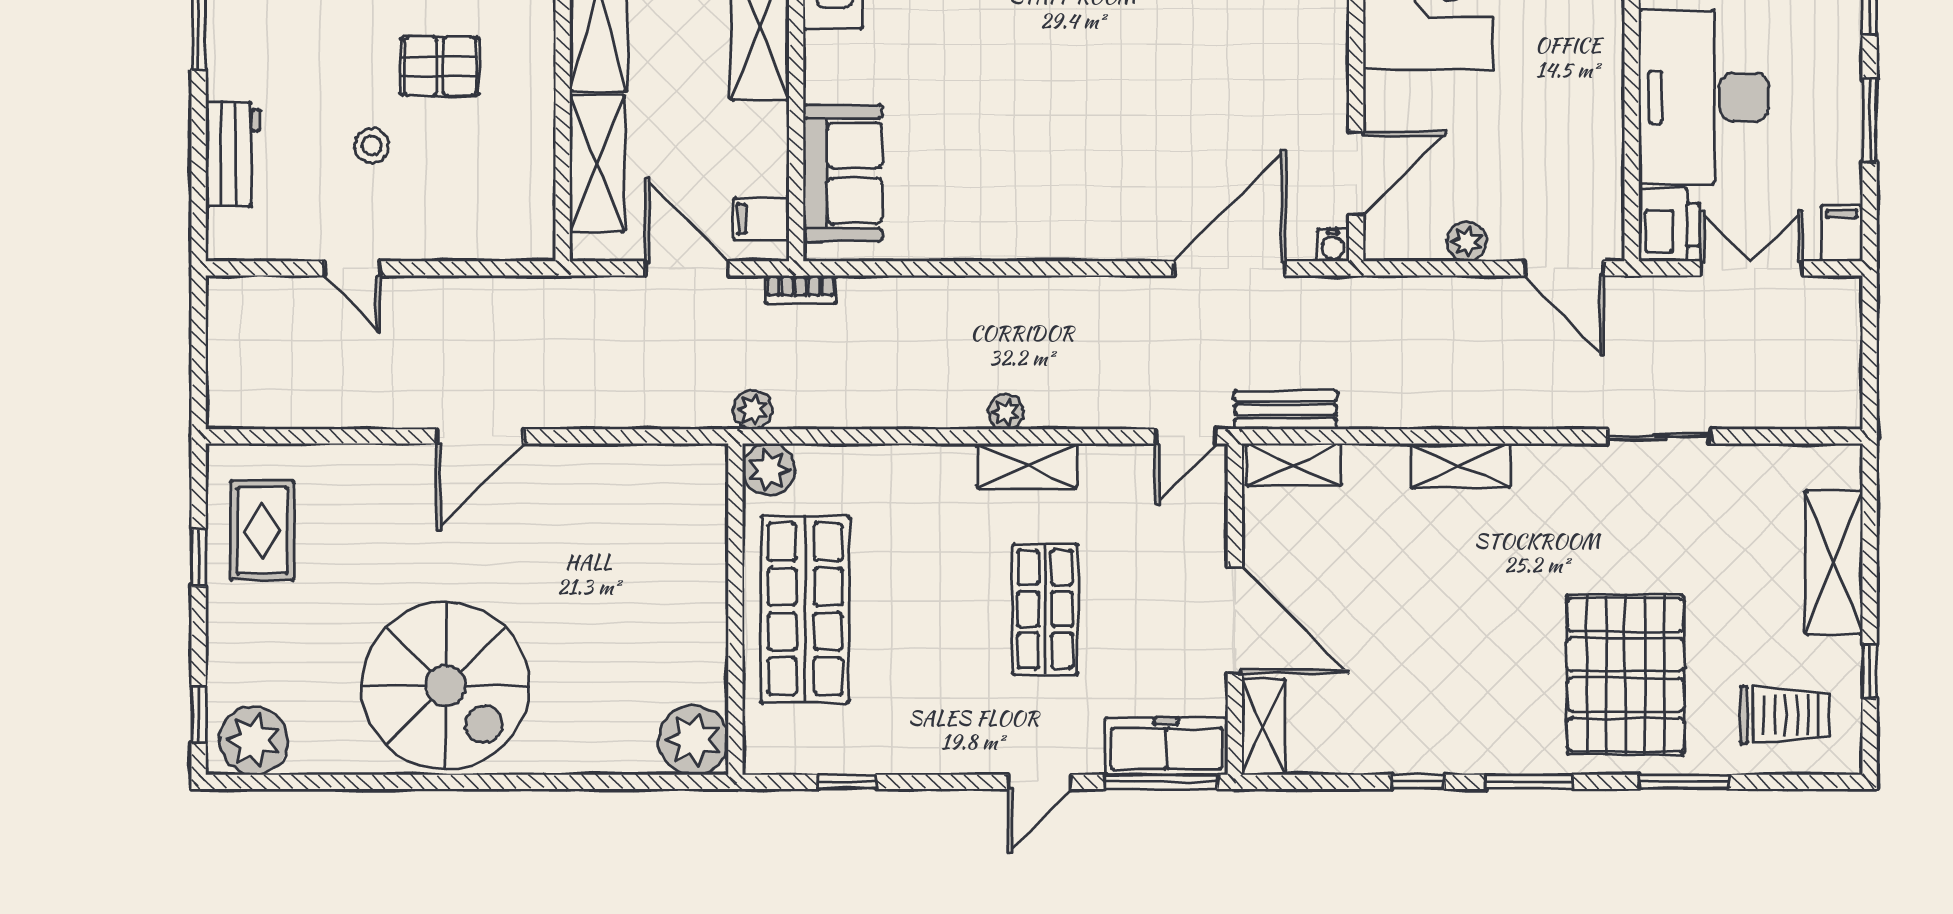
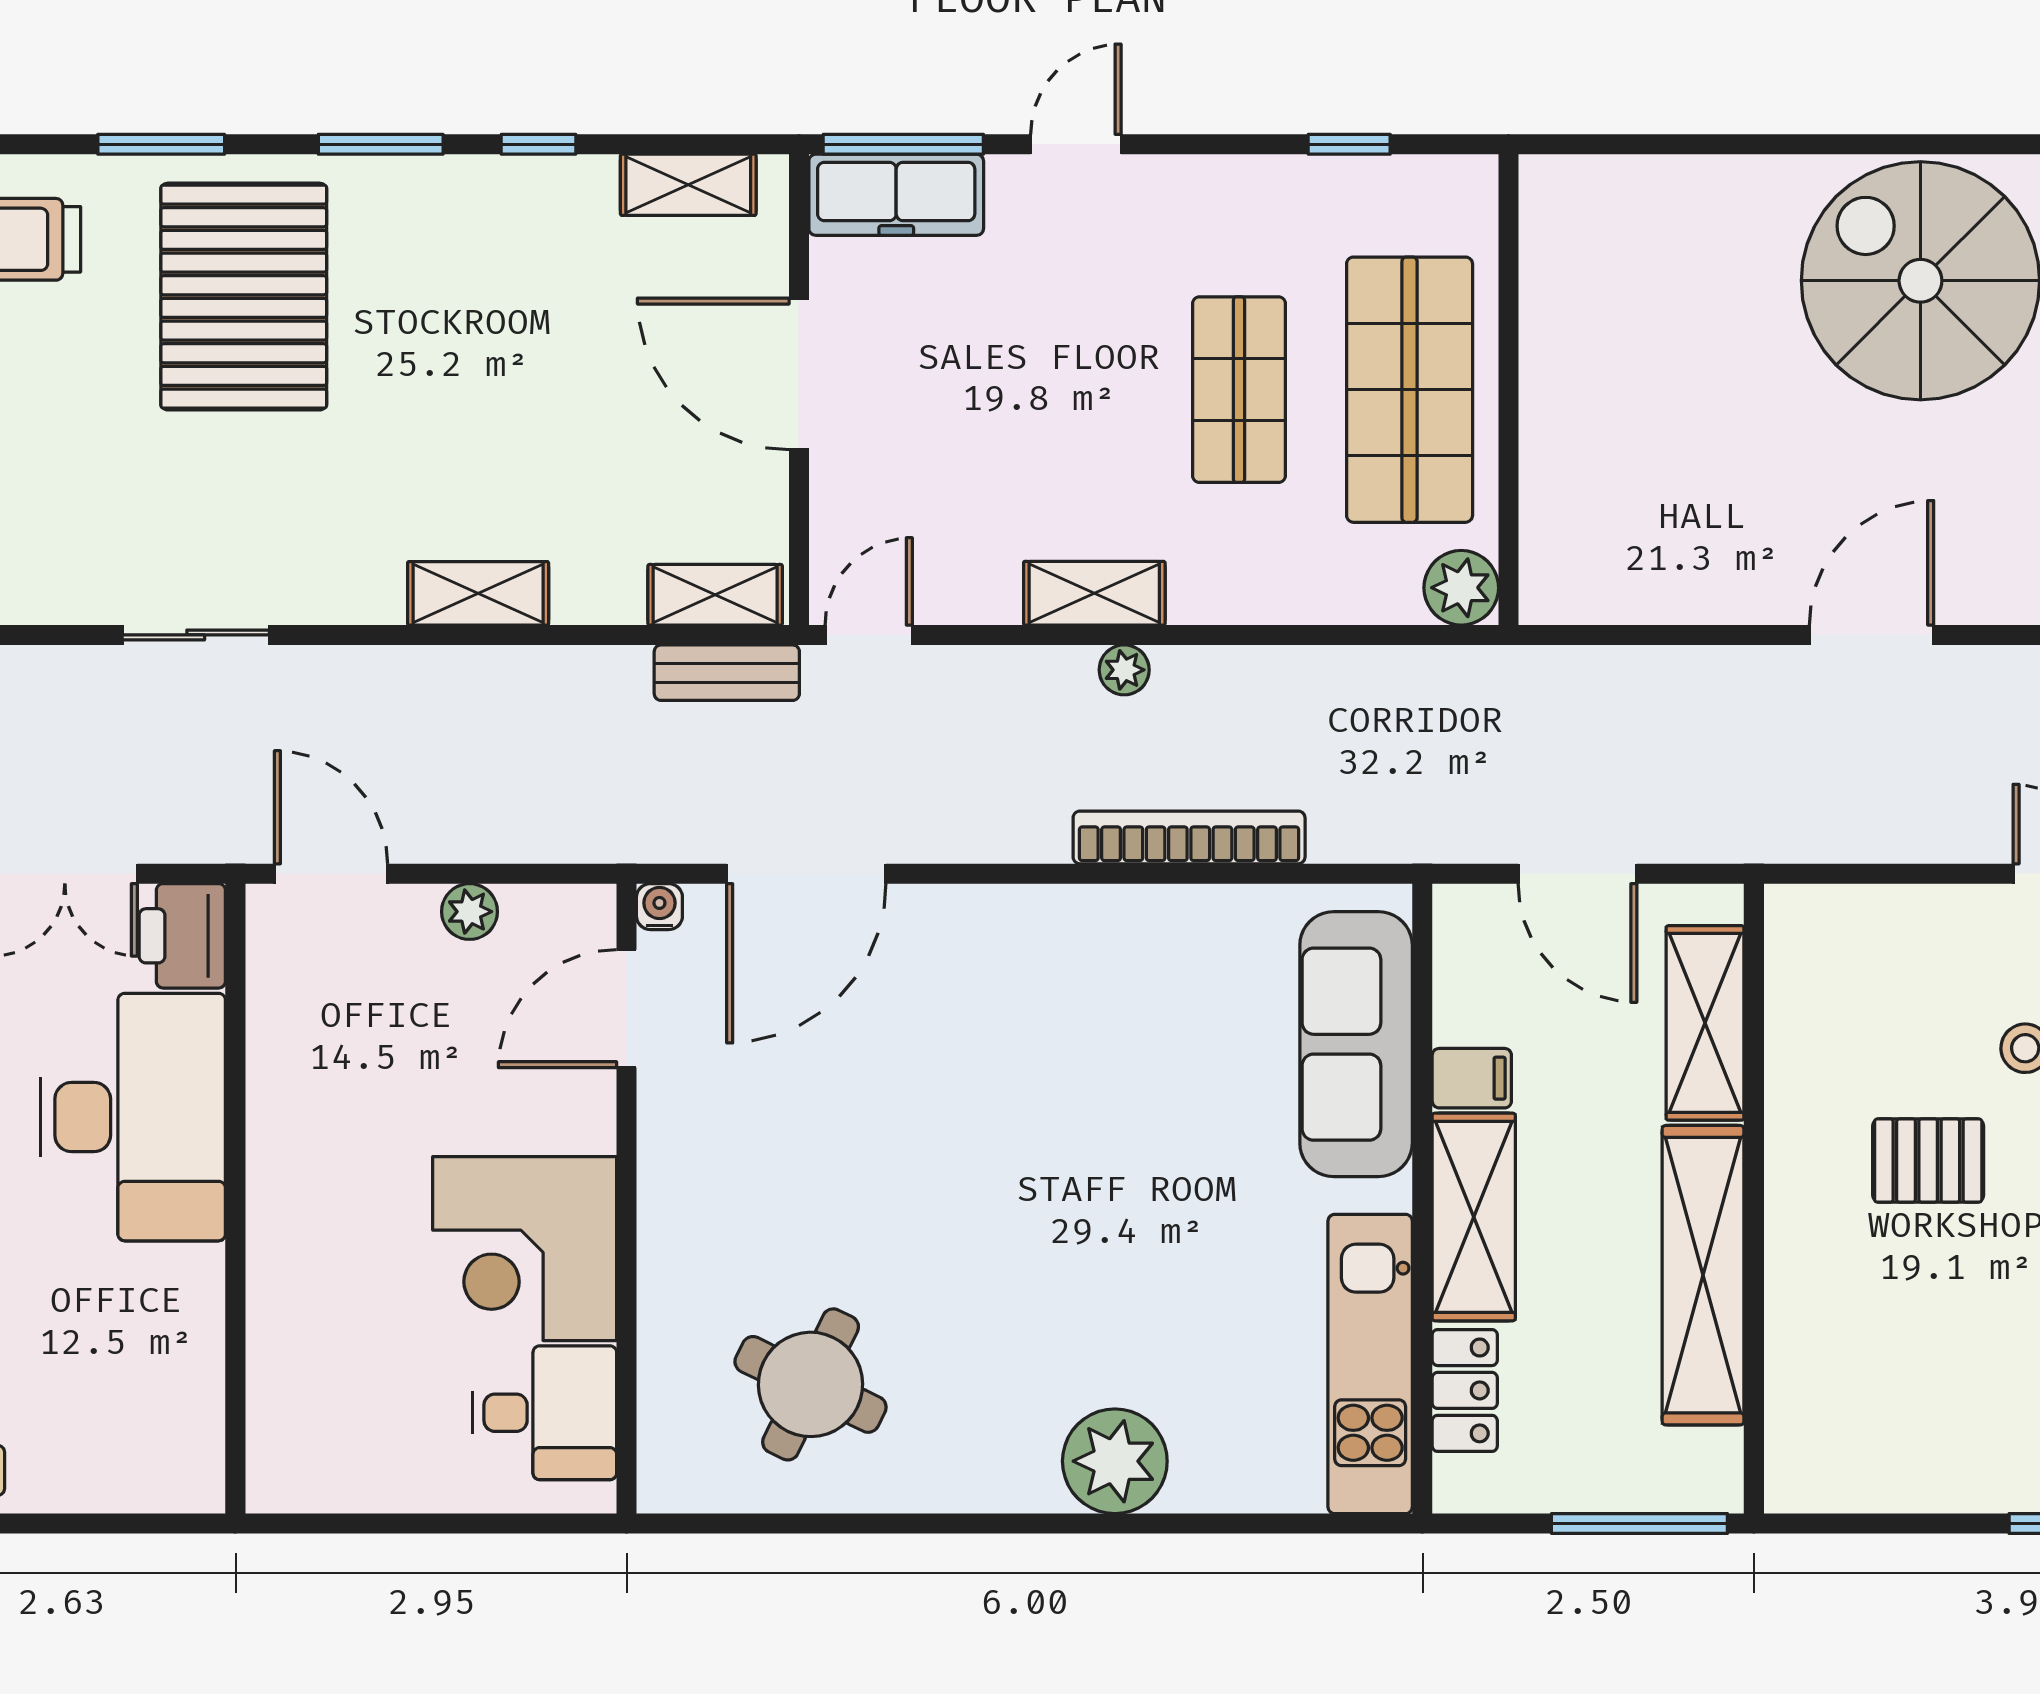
sofa: (843, 173) -> (1356, 1044), width x1.36
filing cabinet: (761, 219) -> (1472, 1078), moved
bookcase: (801, 290) -> (1189, 837), moved, width x2.31, depth x1.31
plant: (753, 410) -> (1484, 673), removed
shop shelf: (1045, 609) -> (1239, 390), moved
shelving: (1263, 727) -> (688, 185), moved, turned 90
plant: (694, 740) -> (1568, 204), removed

